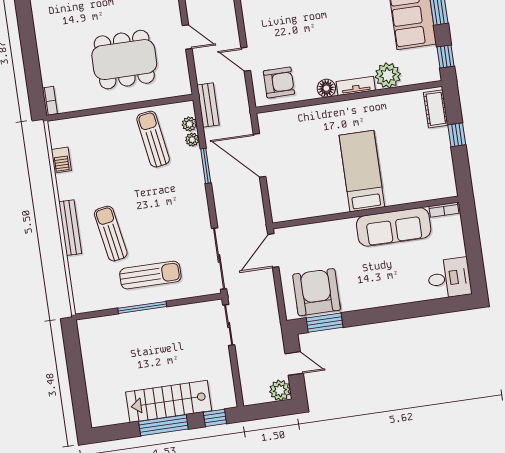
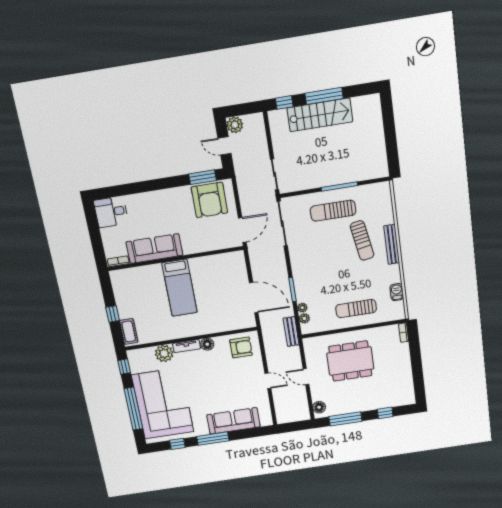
door: (246, 59) -> (268, 381), moved
armchair: (279, 83) -> (241, 347), turned 180
sun lounger: (153, 139) -> (356, 309), moved, turned 99

